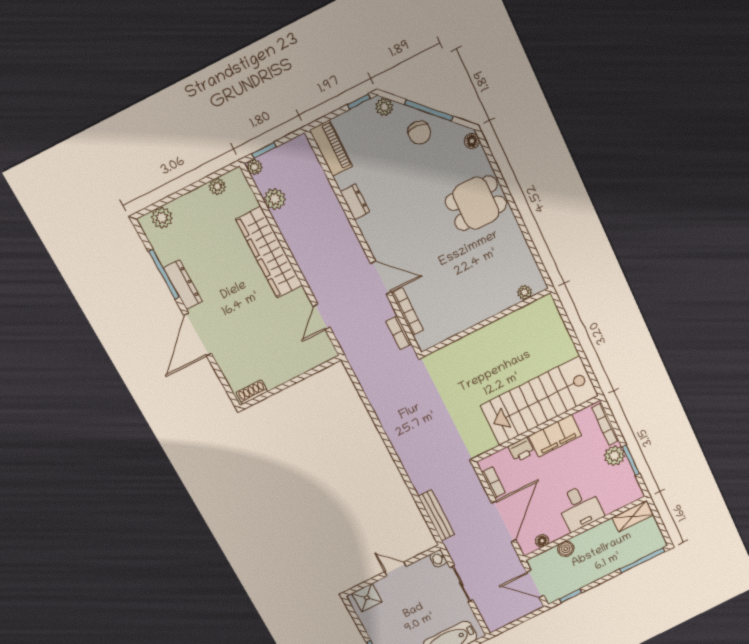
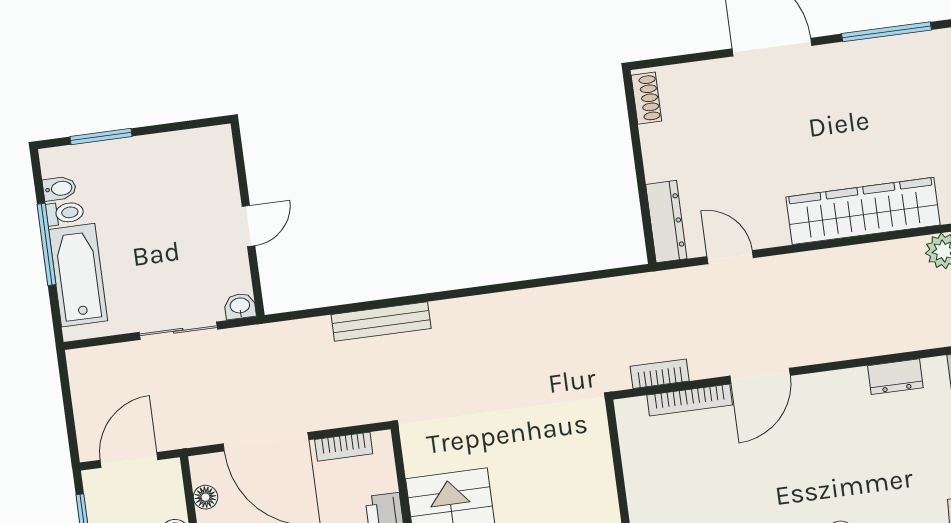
dresser: (183, 285) -> (666, 222), moved, turned -90
bench: (437, 515) -> (381, 321), moved
shower: (367, 598) -> (214, 158), removed

